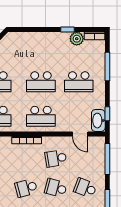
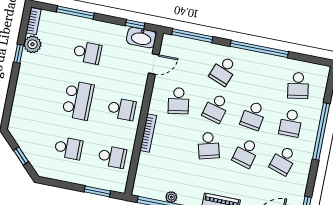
school desk: (79, 82) -> (87, 53), width x0.54
school desk: (41, 116) -> (122, 109), width x0.54

